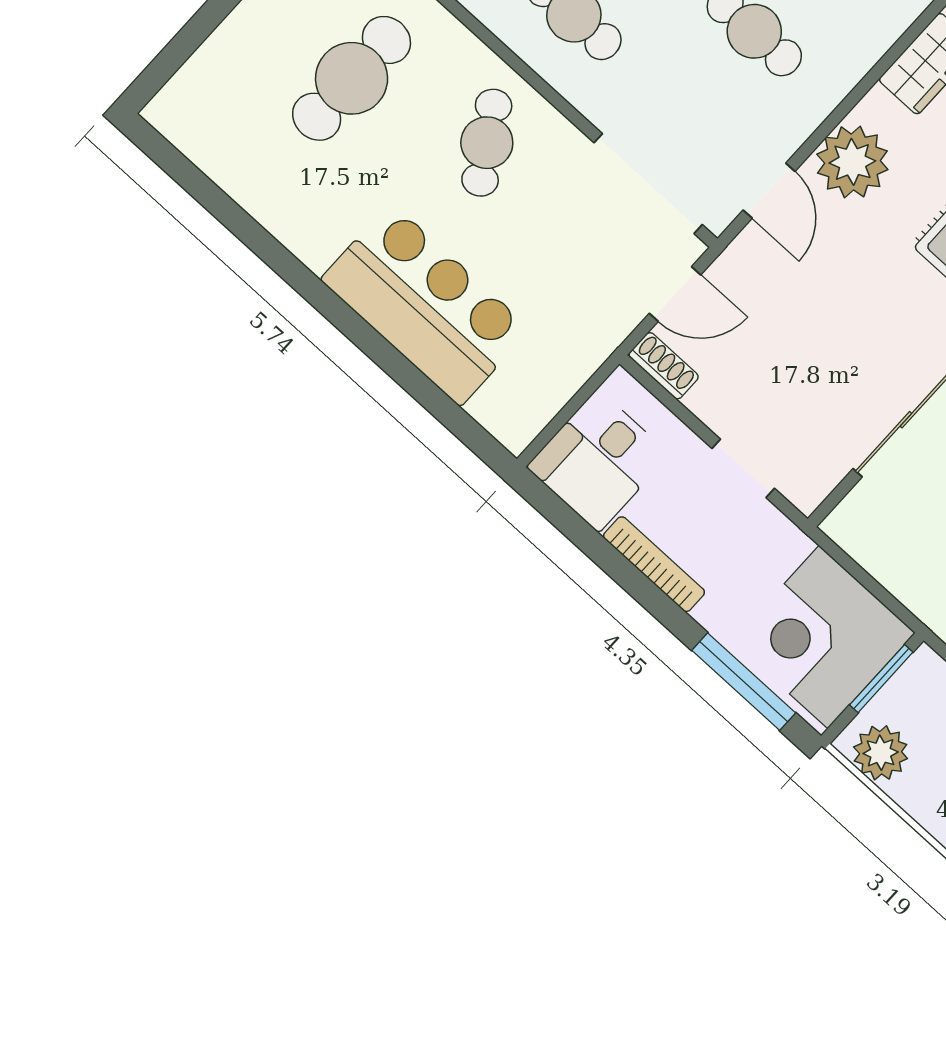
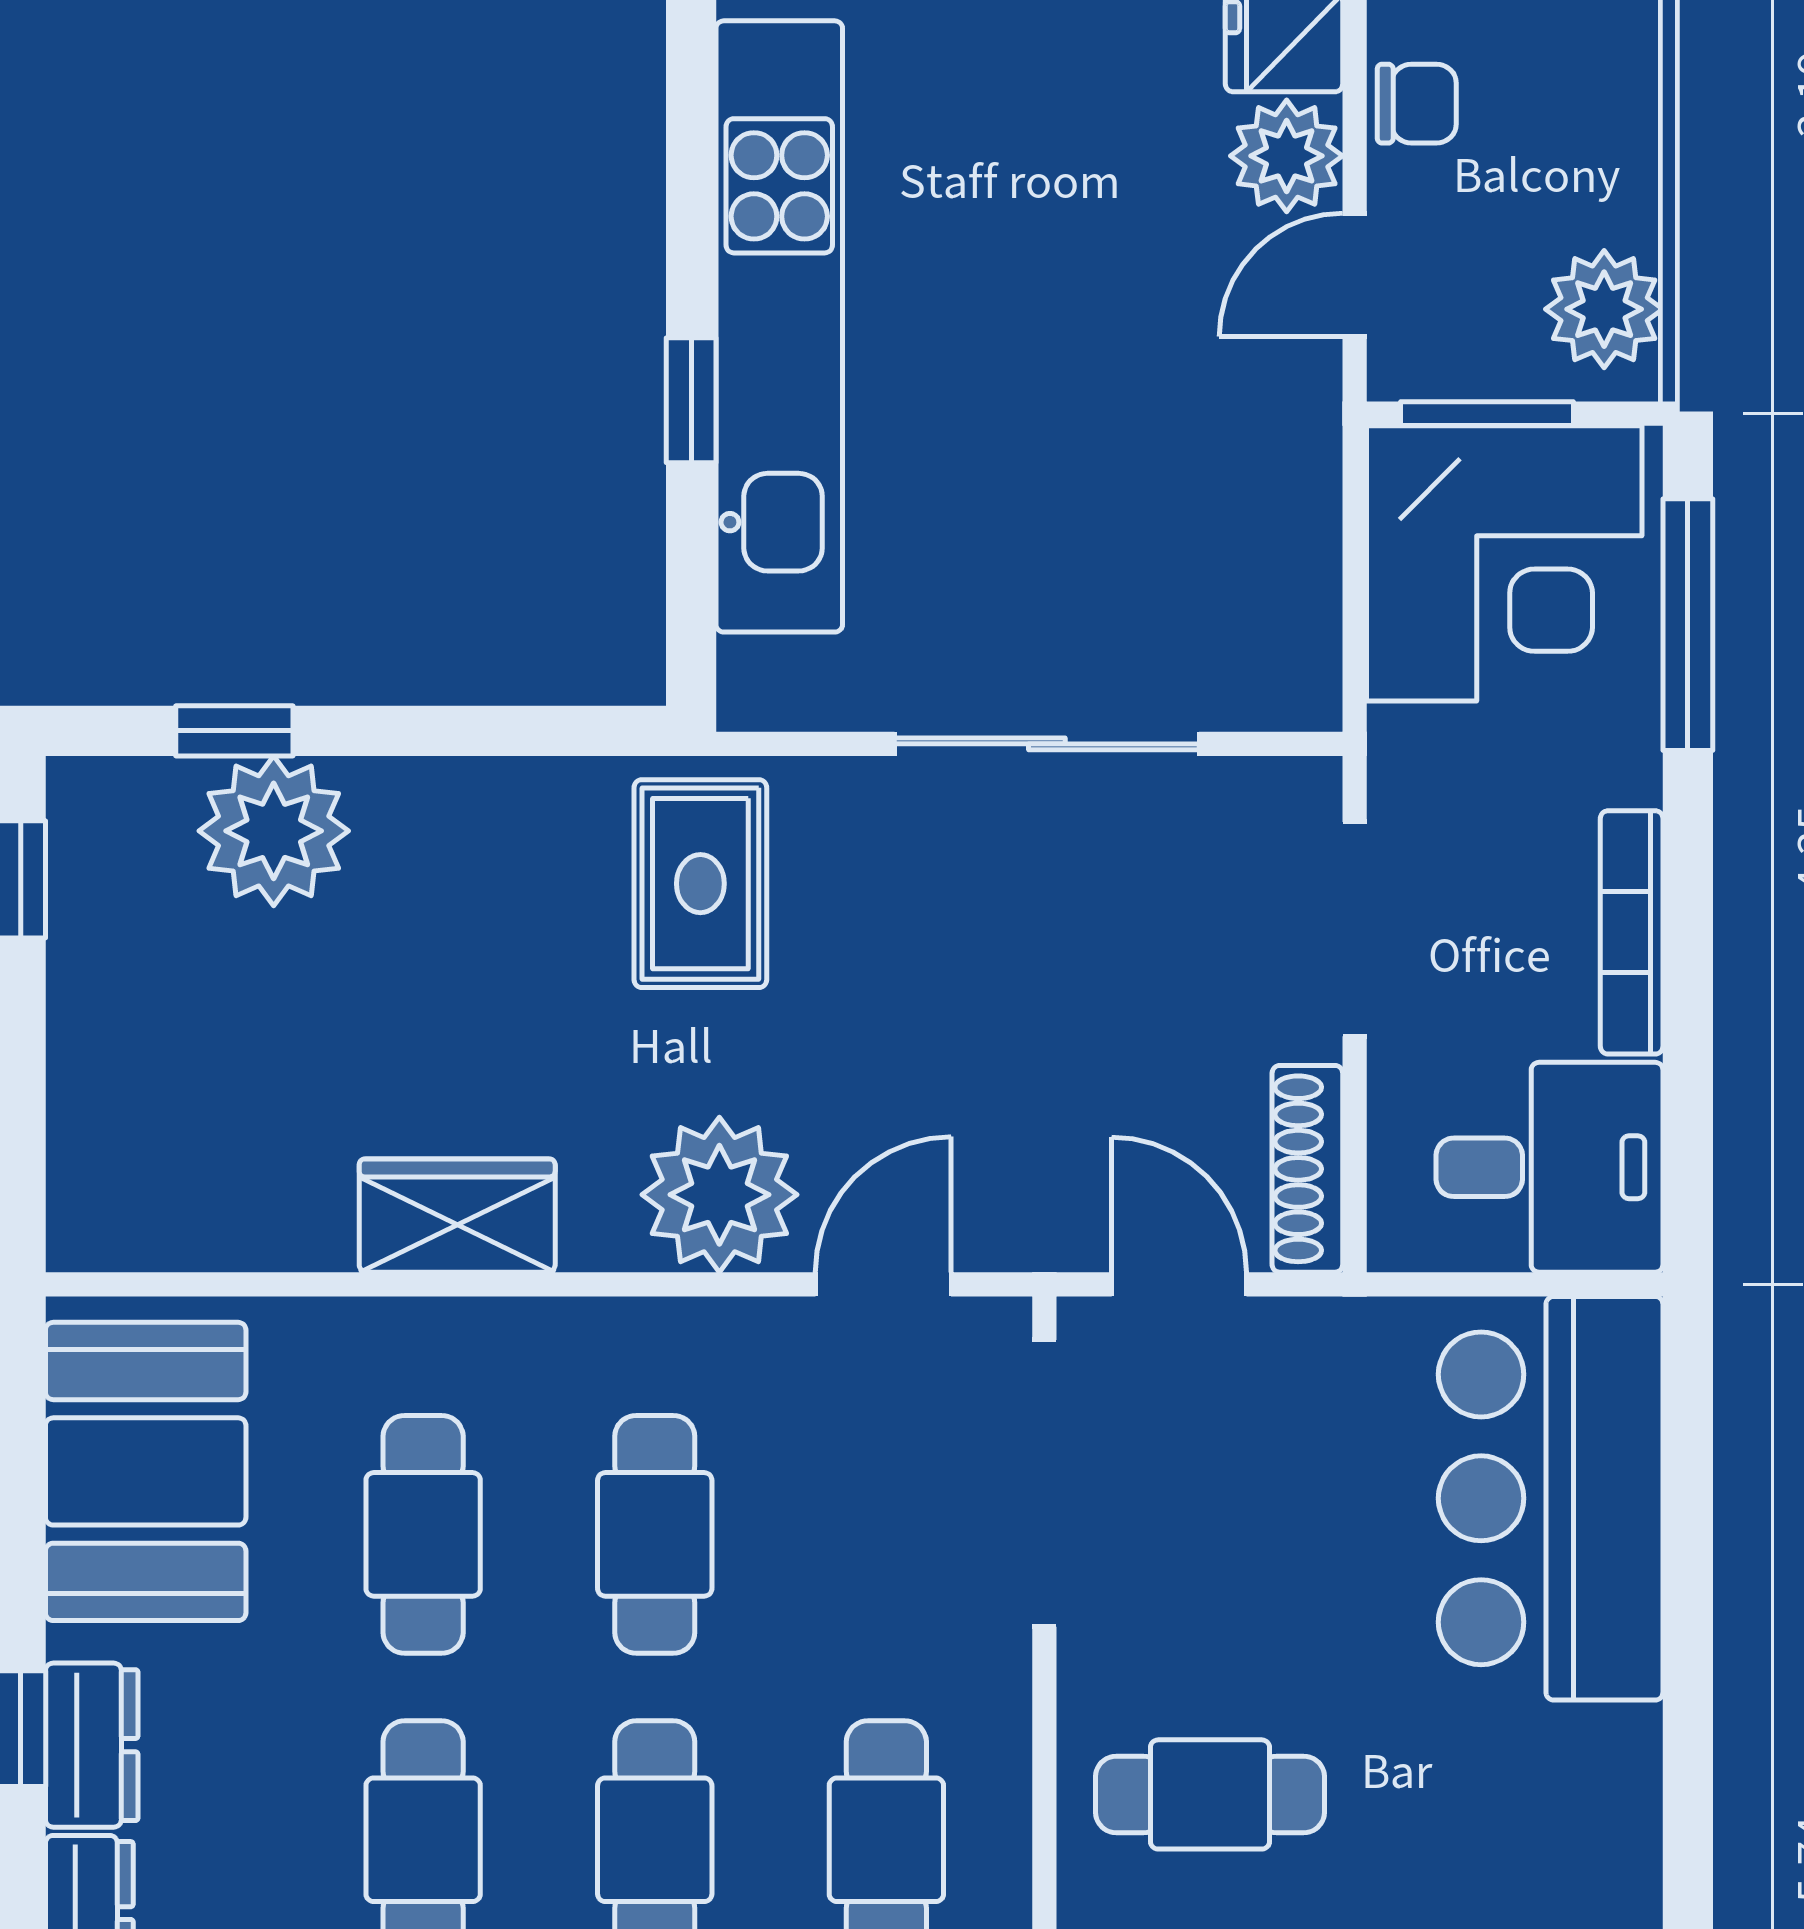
cafe table: (487, 143) -> (1210, 1794), turned 32
bar counter: (425, 304) -> (1551, 1498), moved
shoe rack: (664, 366) -> (1307, 1169), width x1.43
doorway: (743, 468) -> (1355, 929), width x1.38

